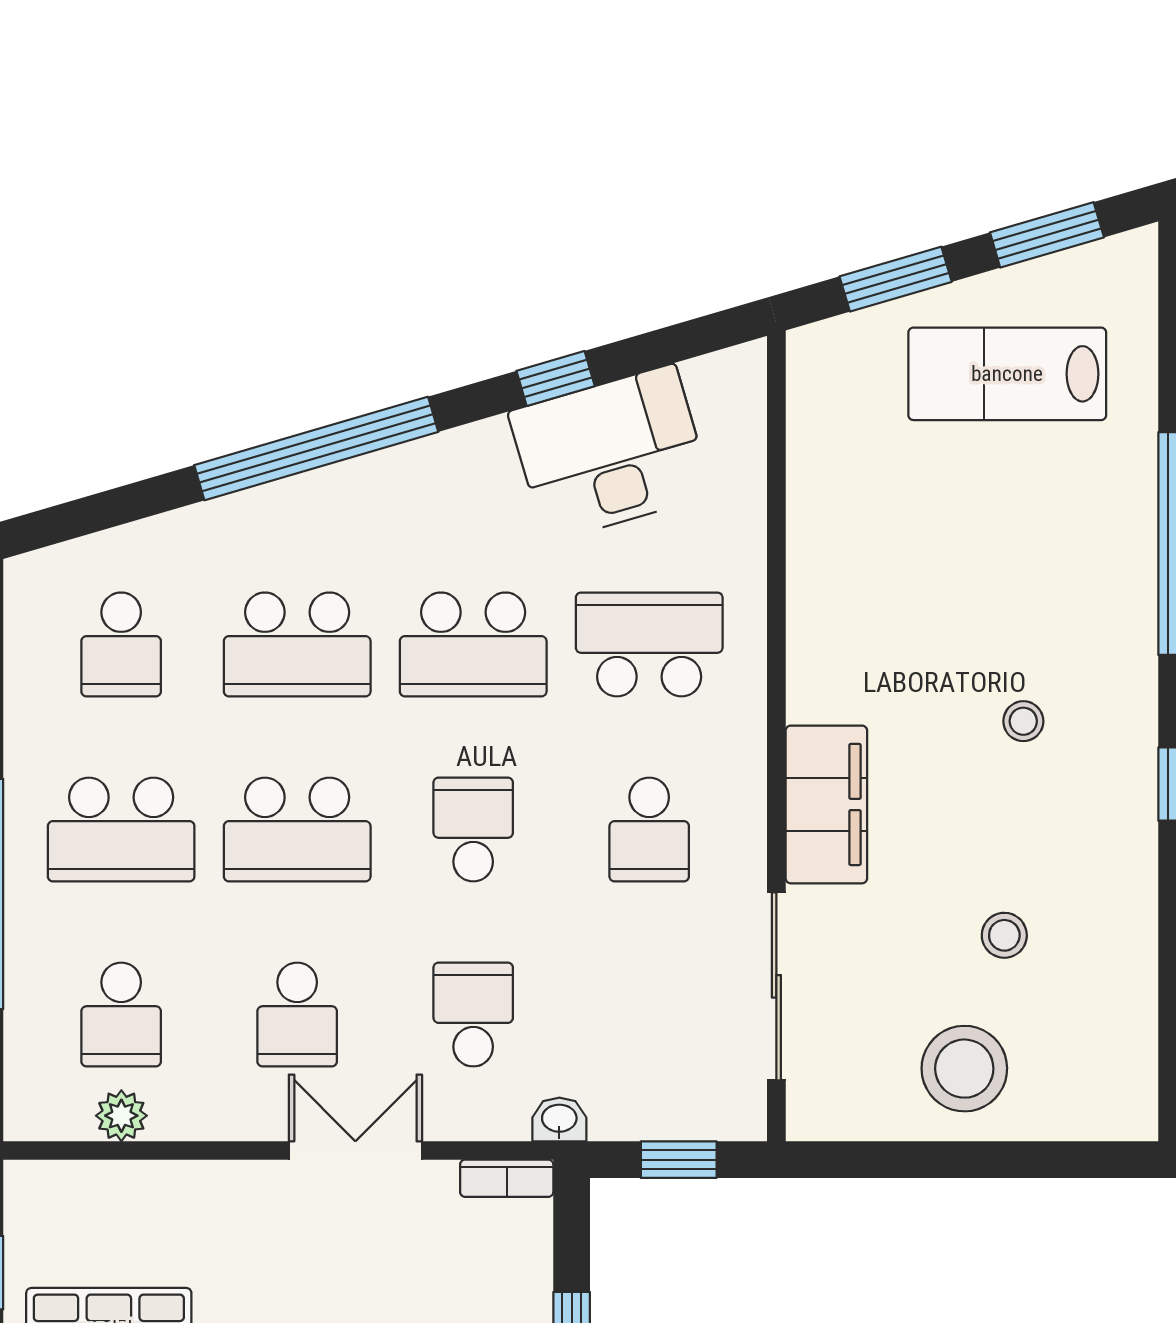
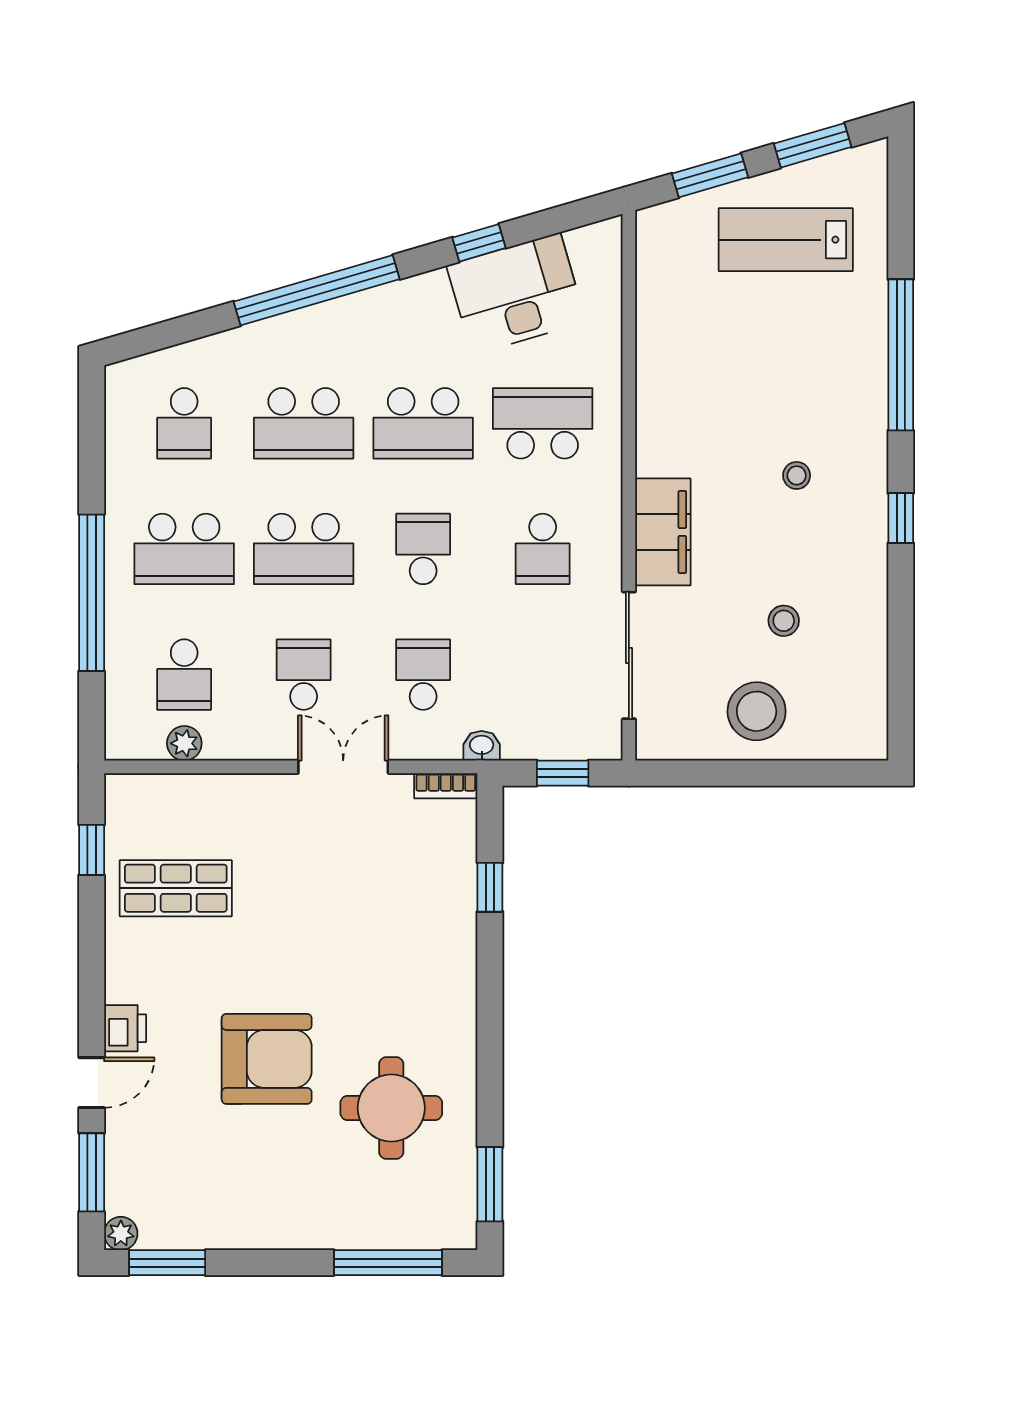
school desk: (297, 1015) -> (304, 675), turned 180

